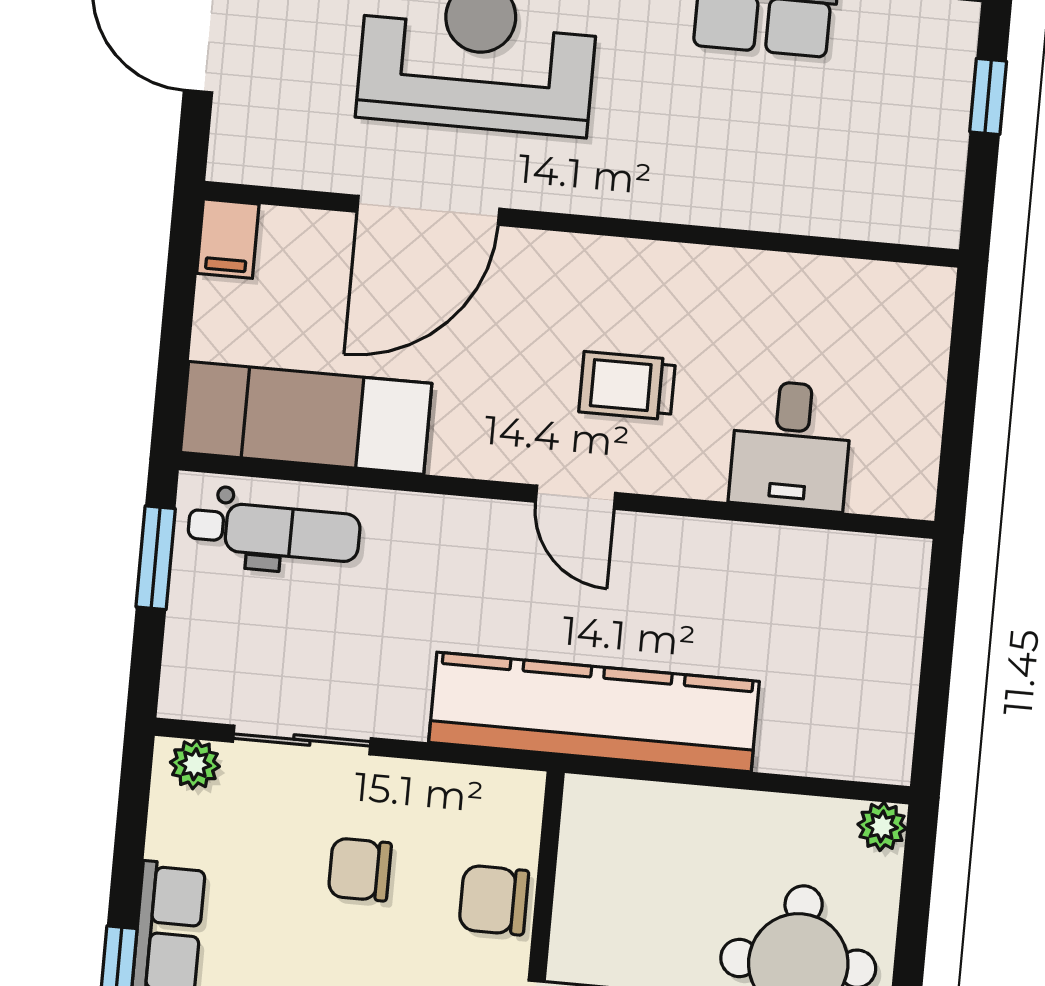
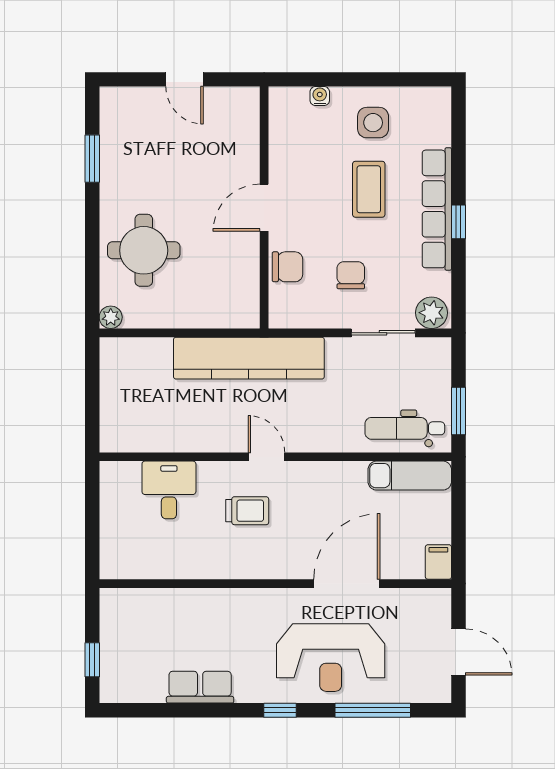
exam couch: (306, 418) -> (410, 476), width x0.73, depth x0.69
plant: (195, 764) -> (432, 313), width x1.38, depth x1.38
chair: (360, 869) -> (351, 275), turned -90

